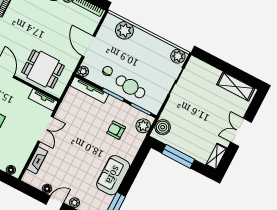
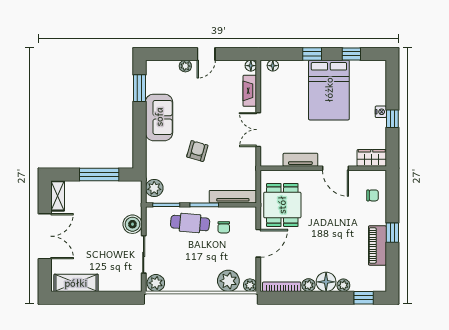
door: (89, 46) -> (258, 243), hinge flipped
dining table: (43, 69) -> (282, 205), moved, turned 90
plant: (83, 71) -> (250, 285), moved
tv unit: (43, 100) -> (300, 160), moved
boiler: (163, 127) -> (132, 224), moved
armchair: (116, 130) -> (197, 151), moved, turned -74
double door: (241, 132) -> (45, 236), width x1.37
floor lamp: (47, 189) -> (251, 66), moved

